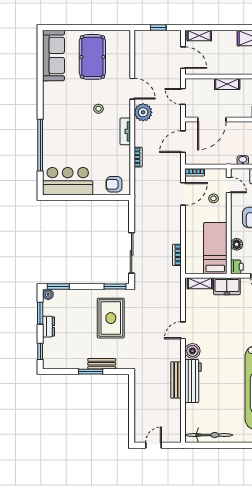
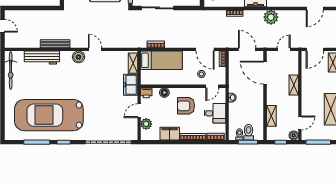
door: (132, 89) -> (315, 8), moved
bed: (215, 248) -> (161, 60), moved
workbench: (193, 381) -> (42, 58), moved

